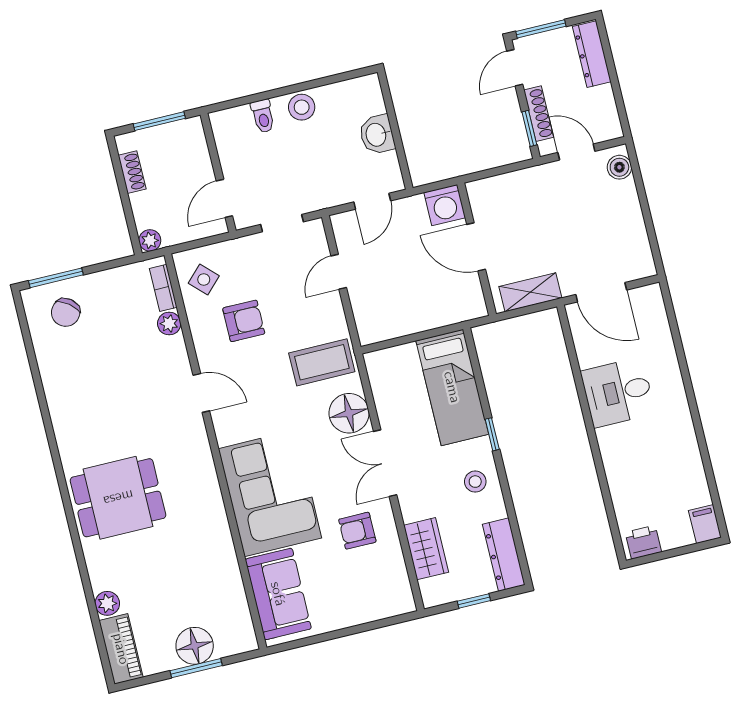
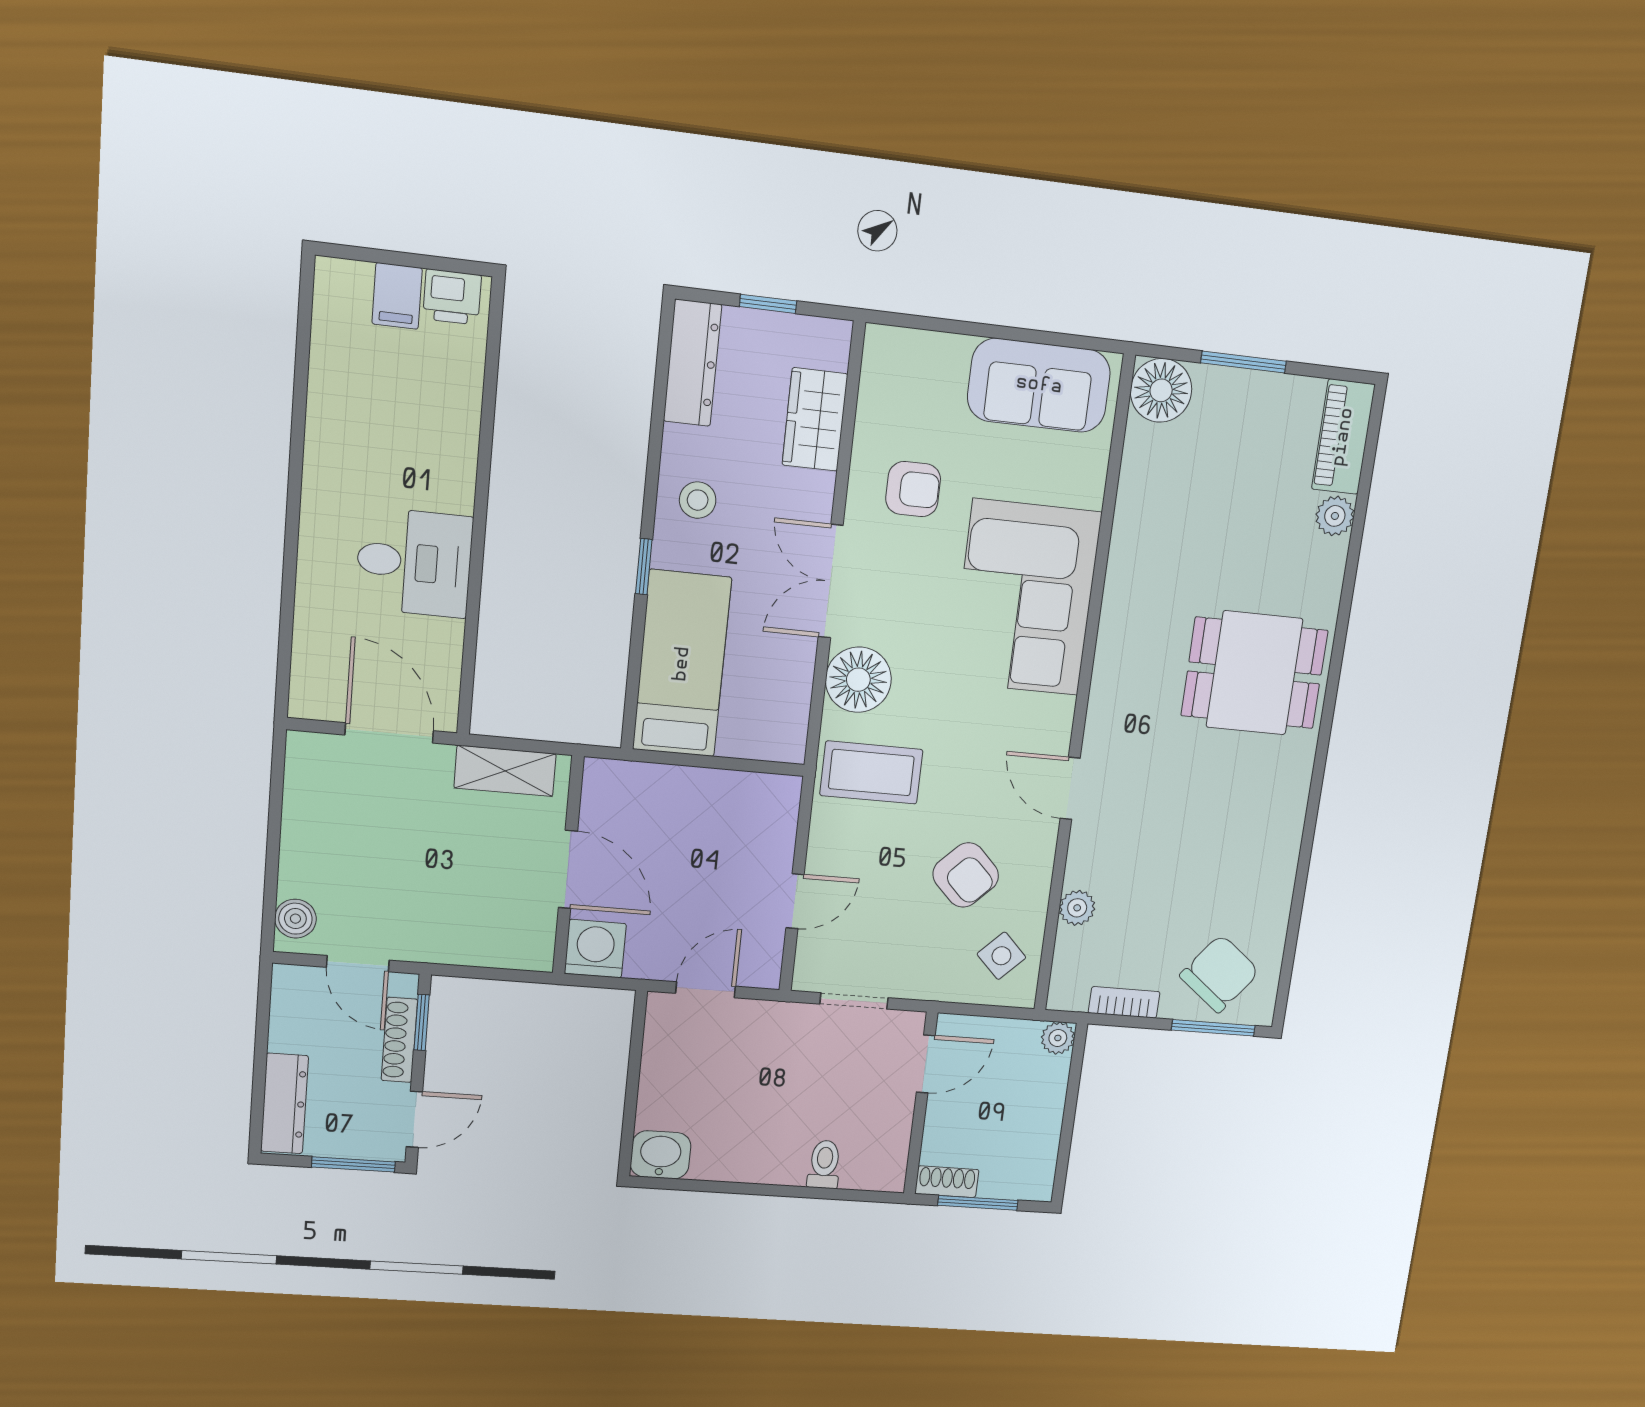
stool: (302, 107) -> (762, 1160), removed
washbasin: (377, 135) -> (661, 1155), moved, turned -90
shoe rack: (132, 172) -> (947, 1182), moved, turned 90
bookcase: (163, 288) -> (1124, 1002), moved, turned -90
chair: (66, 312) -> (1220, 974), width x1.37, depth x1.37
armchair: (244, 321) -> (966, 875), turned -135
double door: (385, 463) -> (831, 581), swing flipped
filing cabinet: (705, 524) -> (397, 296), moved
sofa: (278, 594) -> (1039, 385), moved, turned -90
floor lamp: (195, 646) -> (1161, 390), moved

